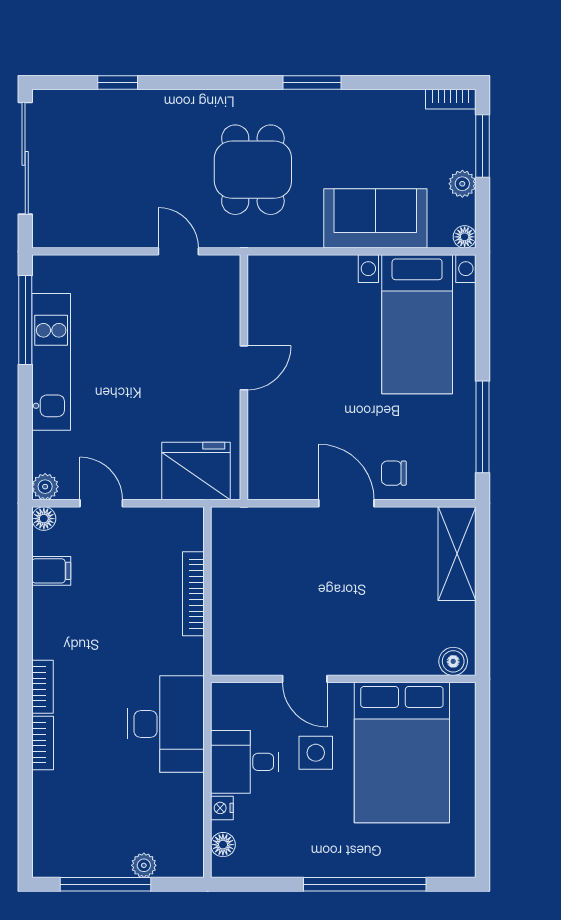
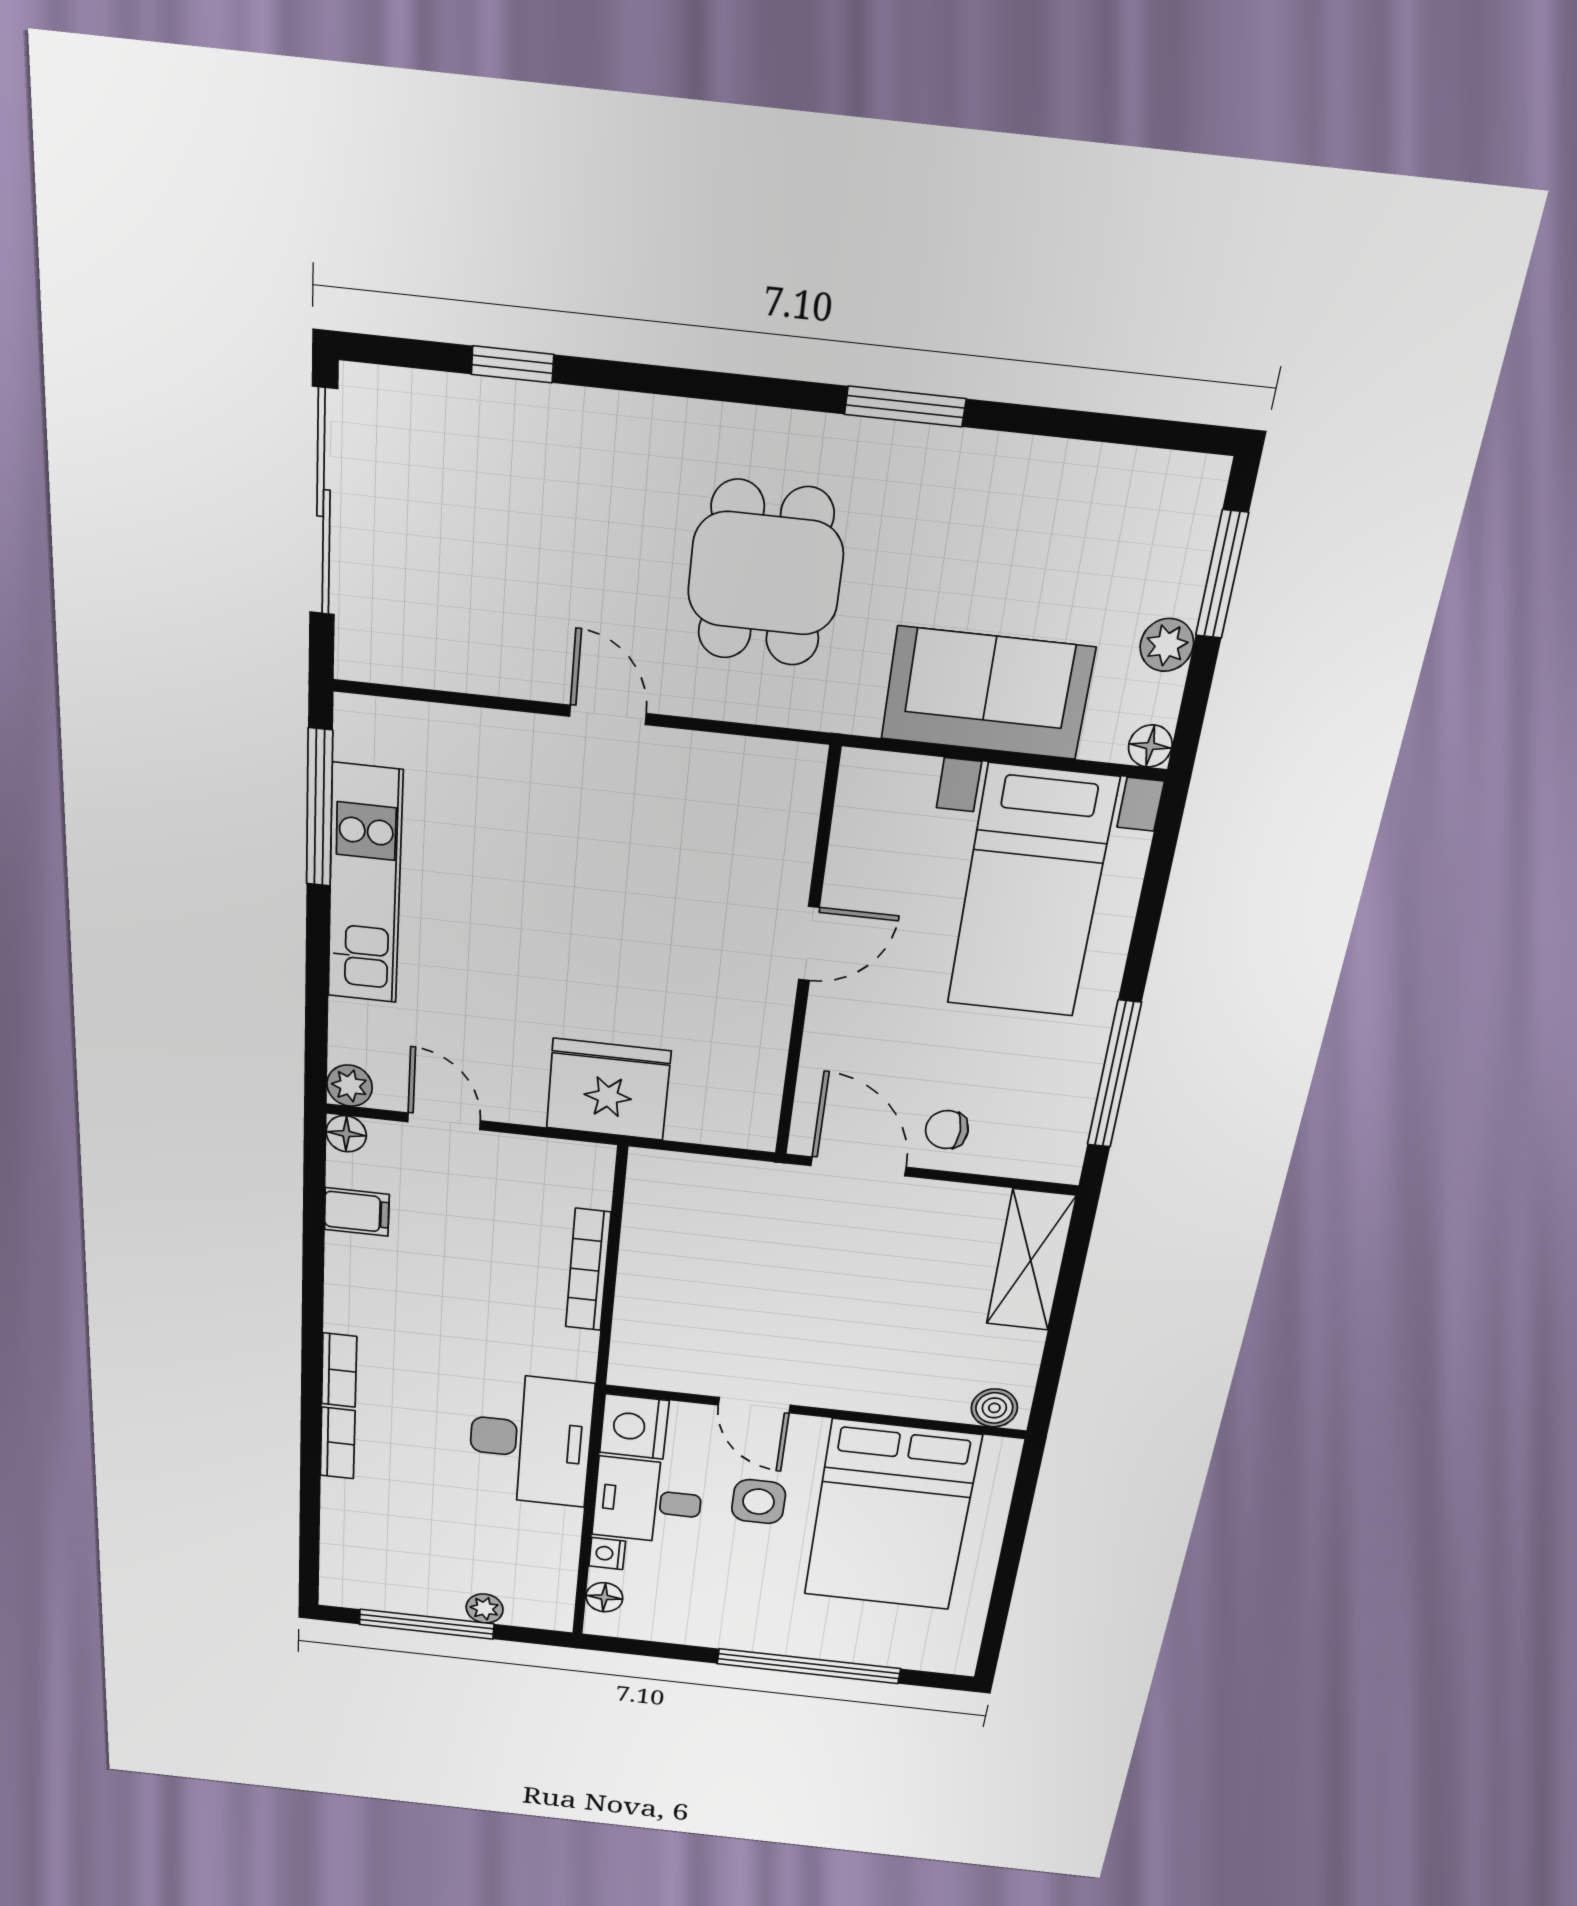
bookcase: (451, 99) -> (1179, 472), removed
door: (244, 368) -> (809, 944), moved
wall: (244, 377) -> (807, 959), moved
nightstand: (231, 705) -> (634, 1427), added

